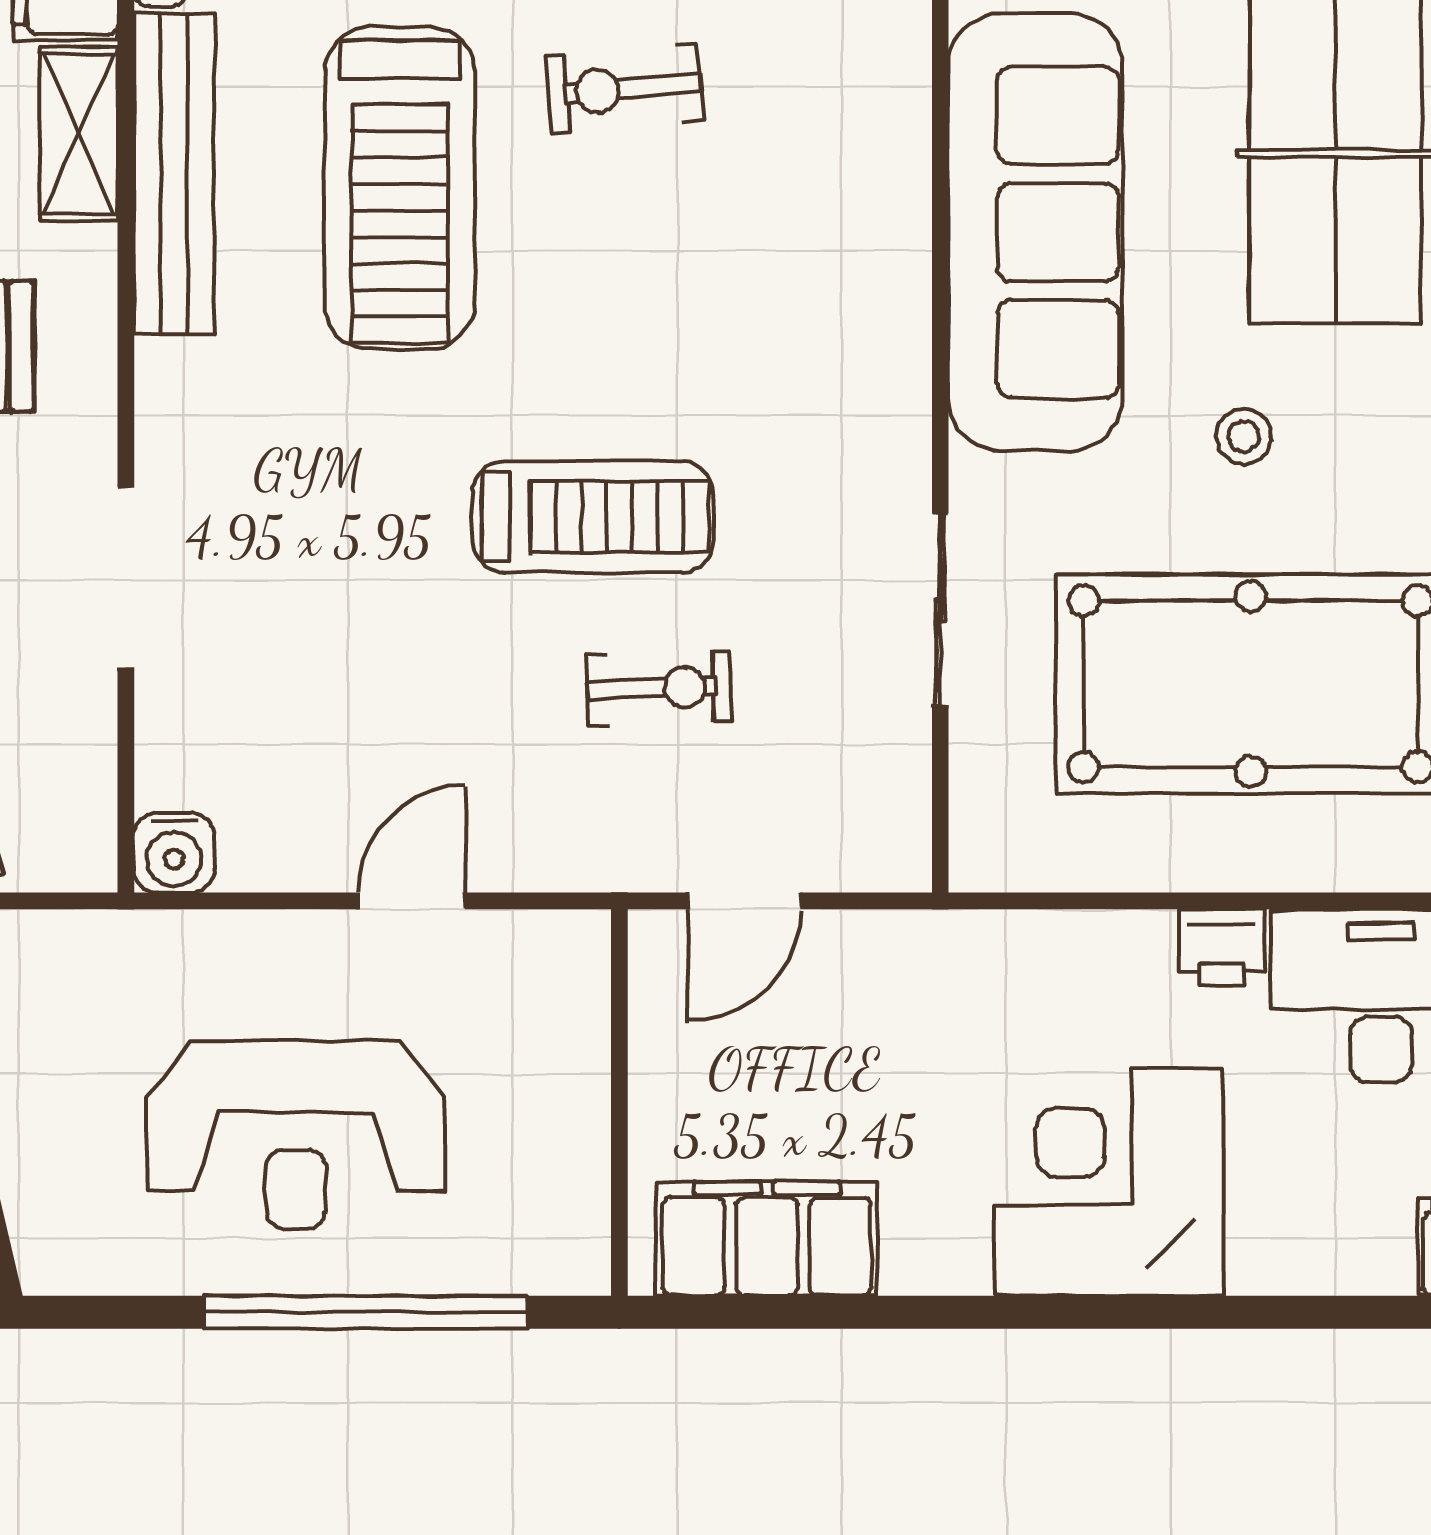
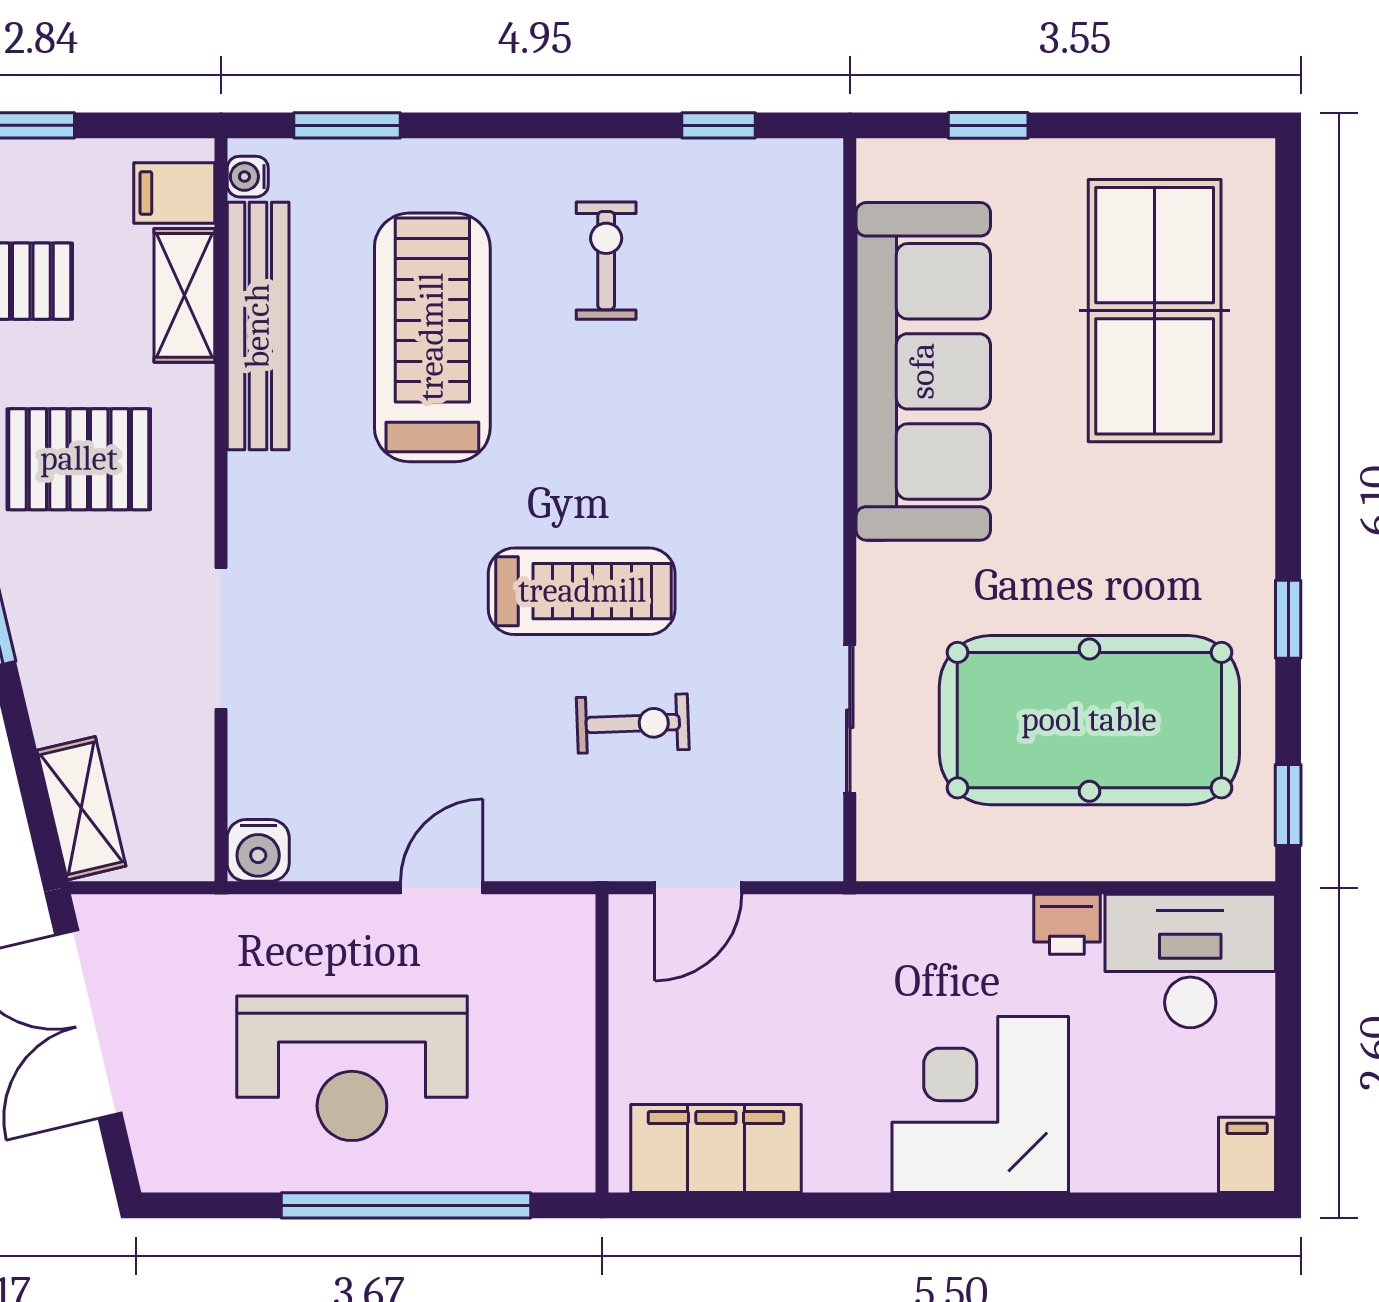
exercise bike: (625, 89) -> (606, 261), turned 95
treadmill: (400, 188) -> (432, 337), turned 180
stool: (1244, 436) -> (1084, 529), removed
sliding door: (940, 610) -> (850, 719), moved

